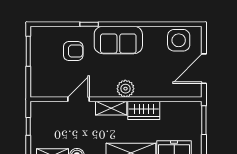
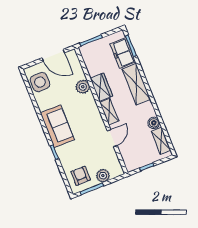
armchair: (73, 51) -> (81, 176), moved
plant: (39, 71) -> (103, 176), added
plant: (125, 89) -> (83, 87), moved
door: (78, 99) -> (112, 138), swing flipped

